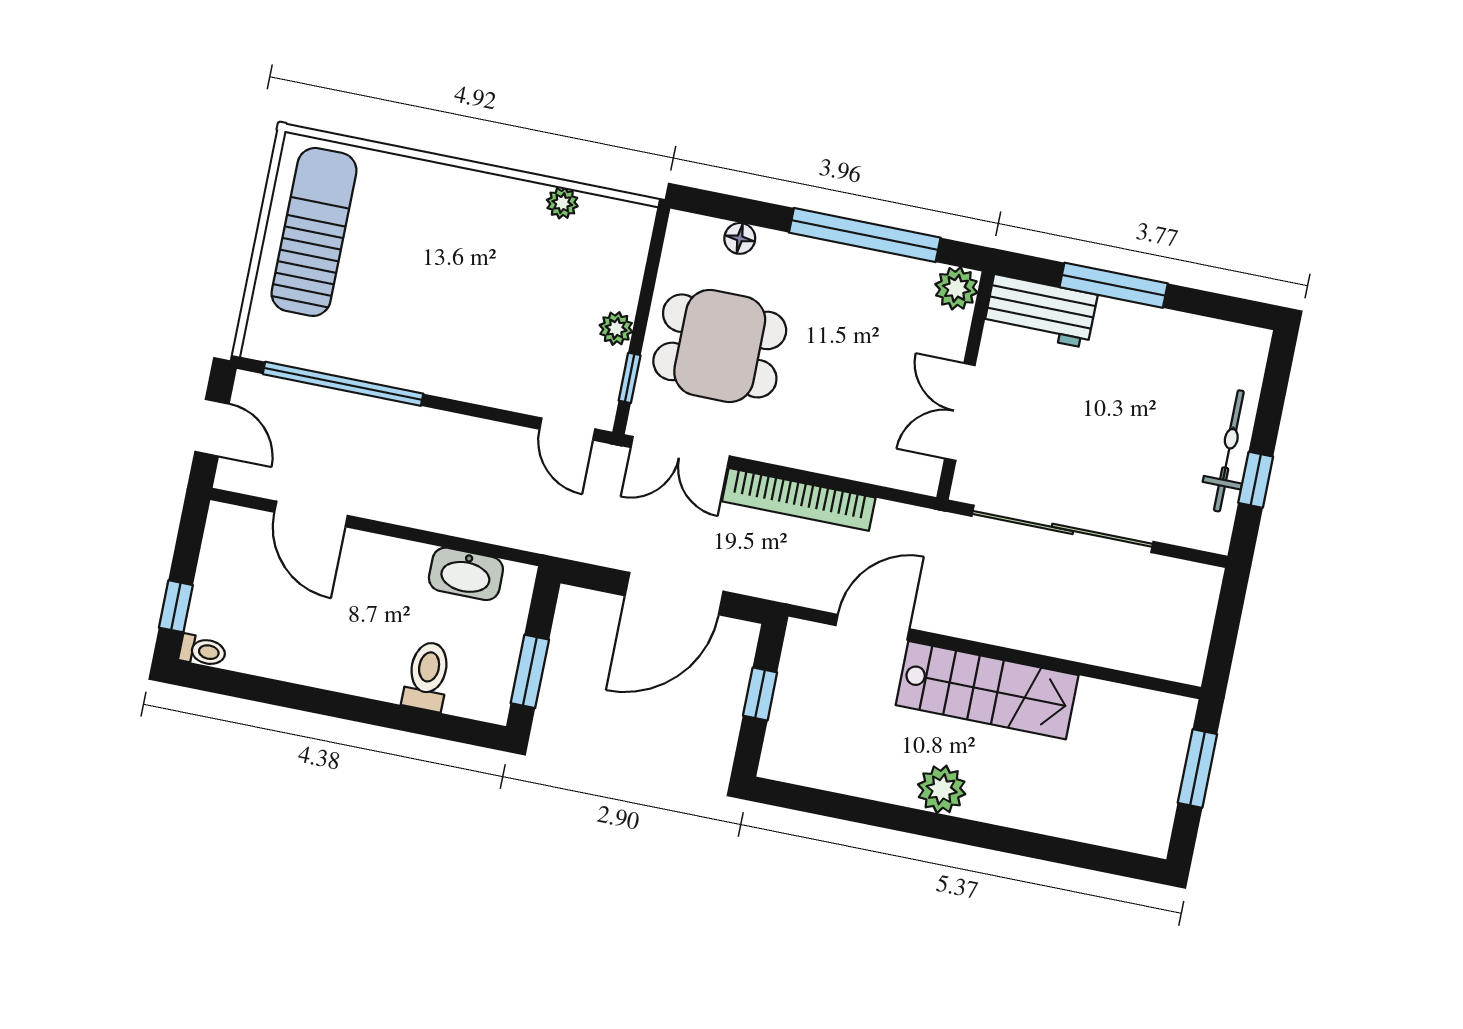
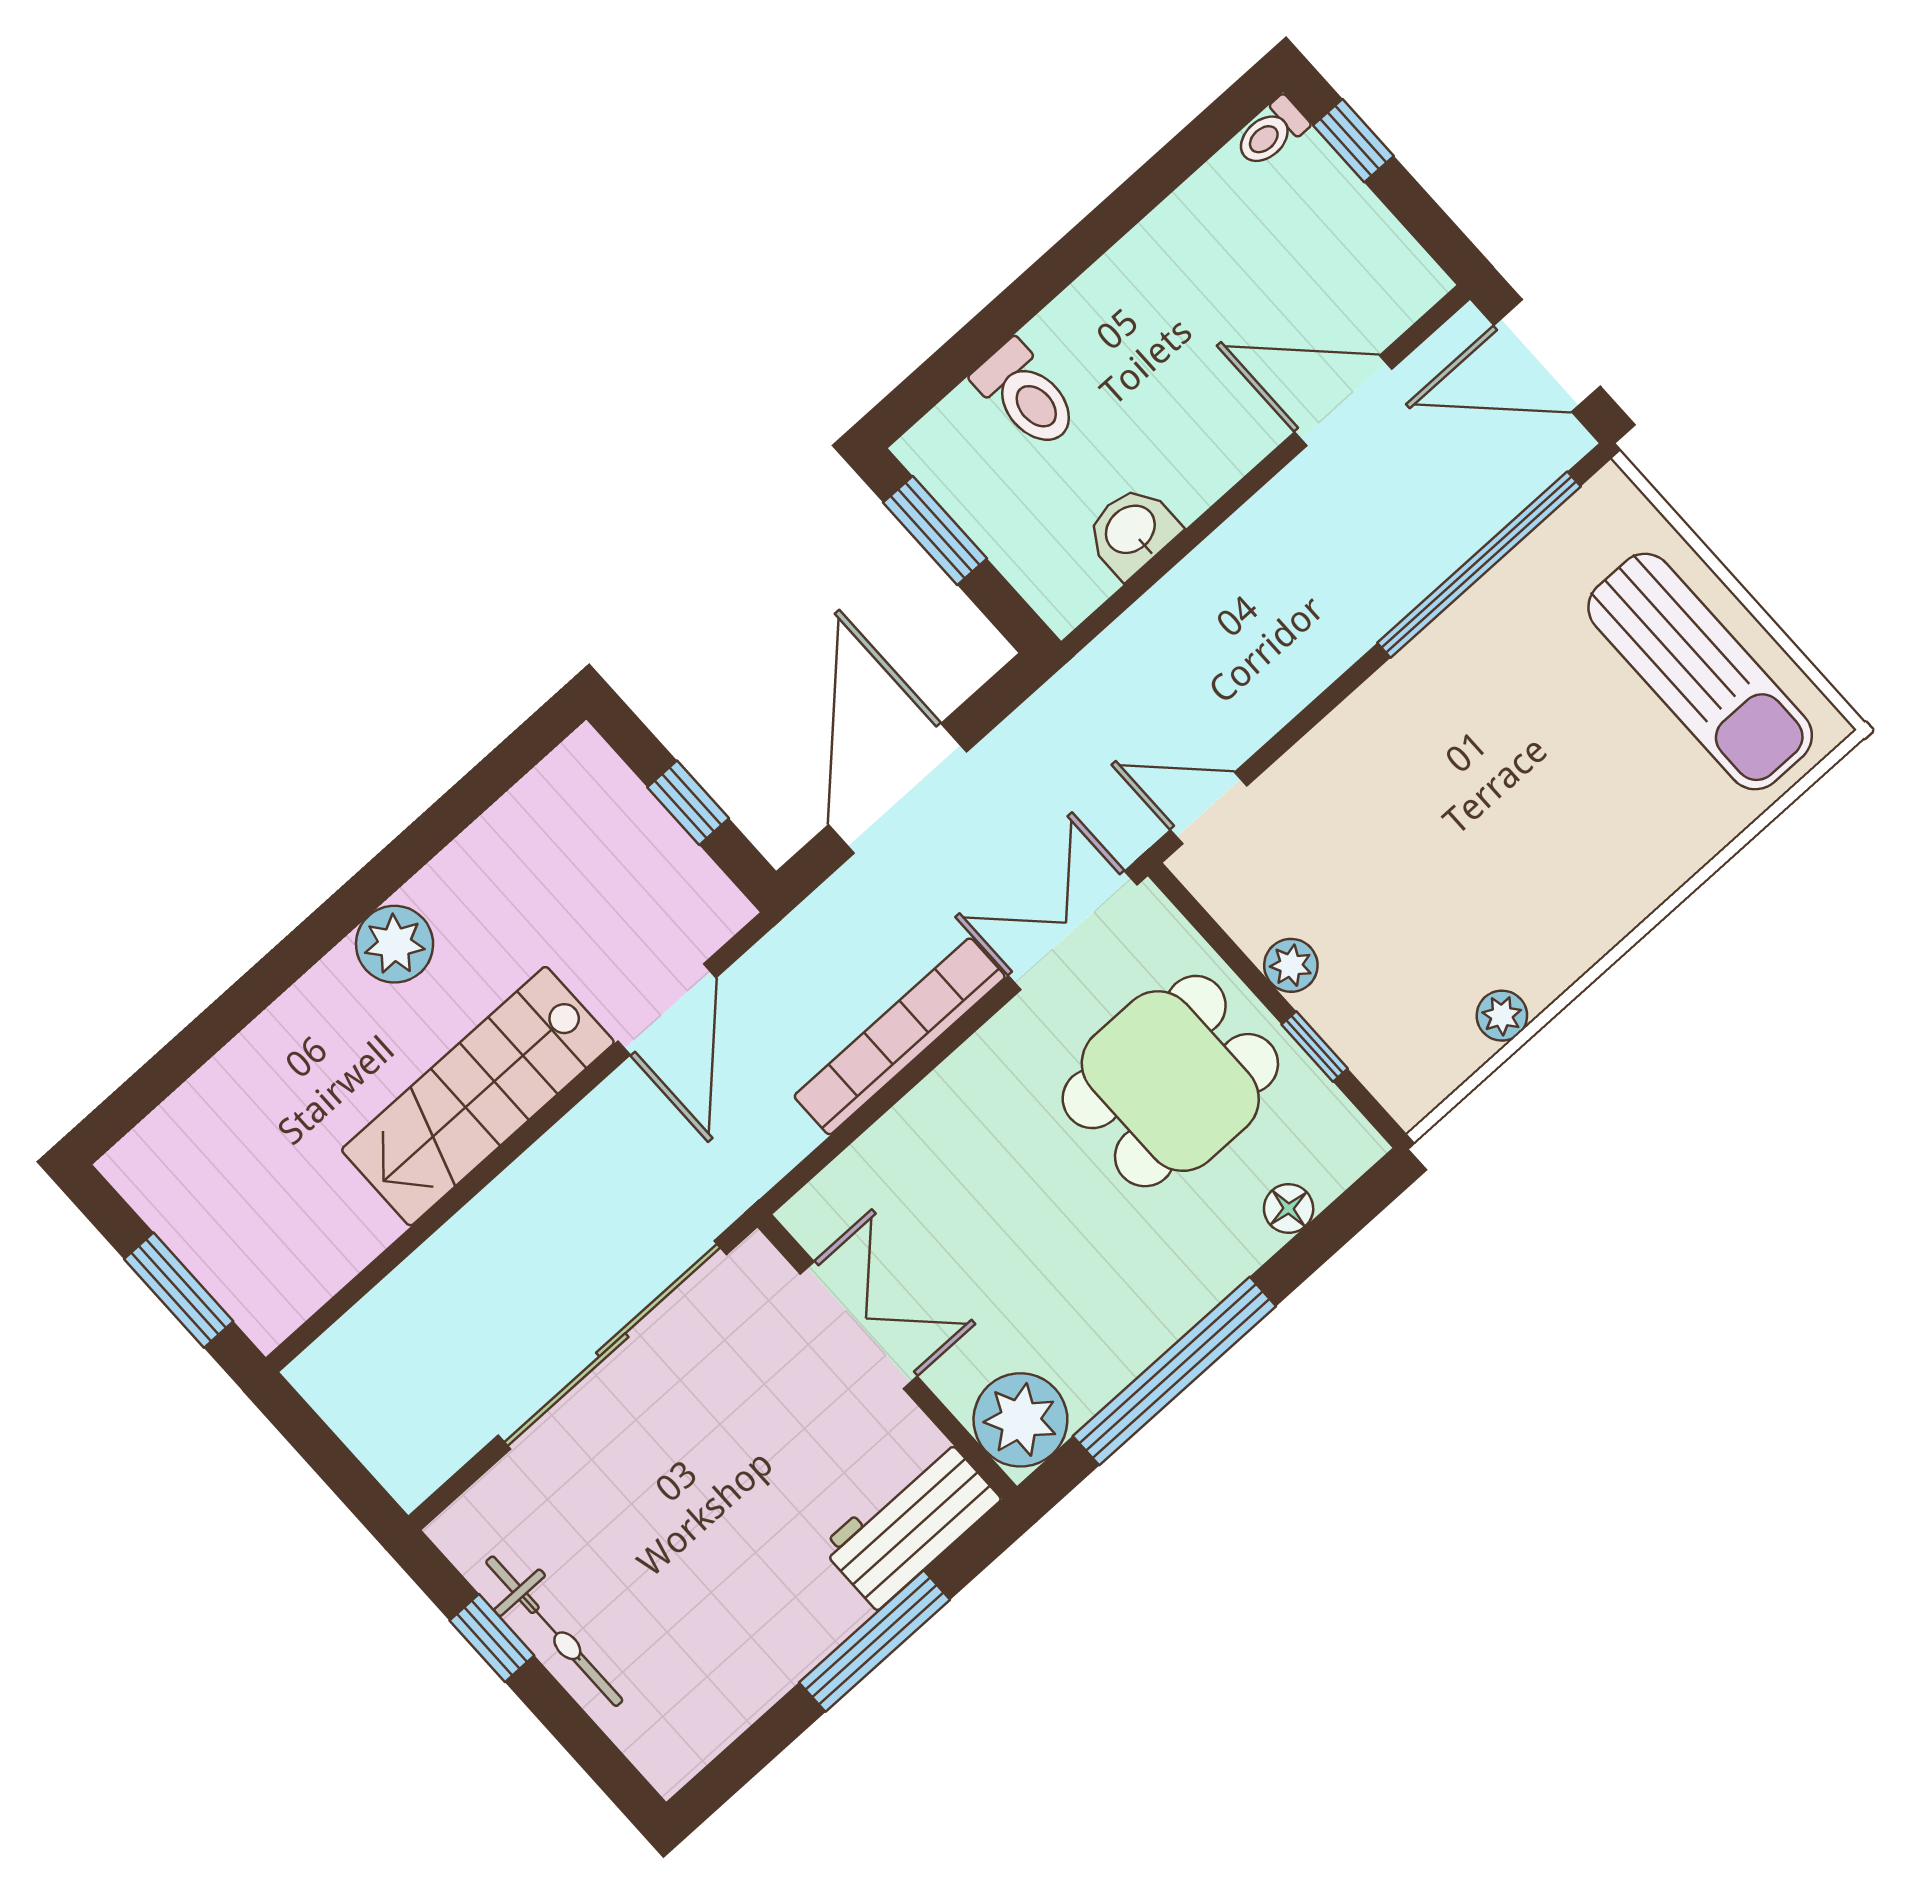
plant: (956, 288) -> (1020, 1420), width x1.36, depth x1.36
window: (630, 378) -> (1315, 1046), moved
door: (212, 428) -> (1547, 356), width x1.38
washbasin: (466, 574) -> (1132, 531), width x0.72

